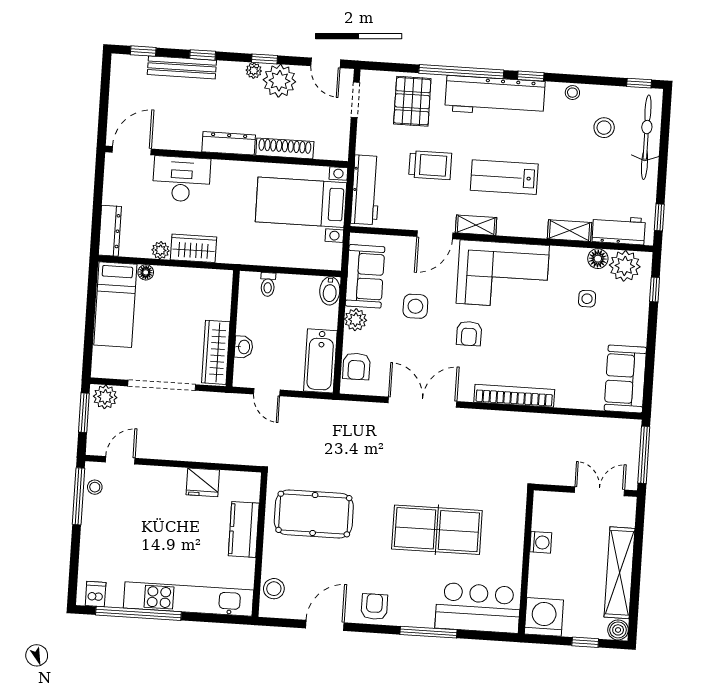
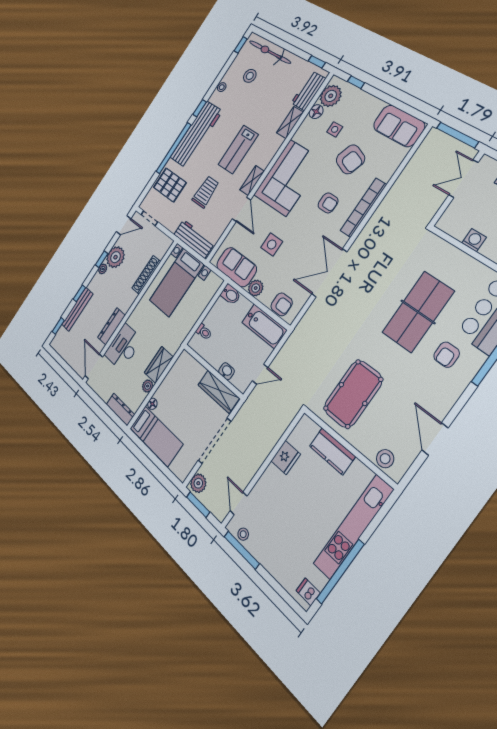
dresser: (229, 143) -> (111, 326), moved
armchair: (469, 333) -> (328, 203), moved
armchair: (561, 343) -> (350, 159), added
armchair: (374, 607) -> (447, 355), moved, turned -90

